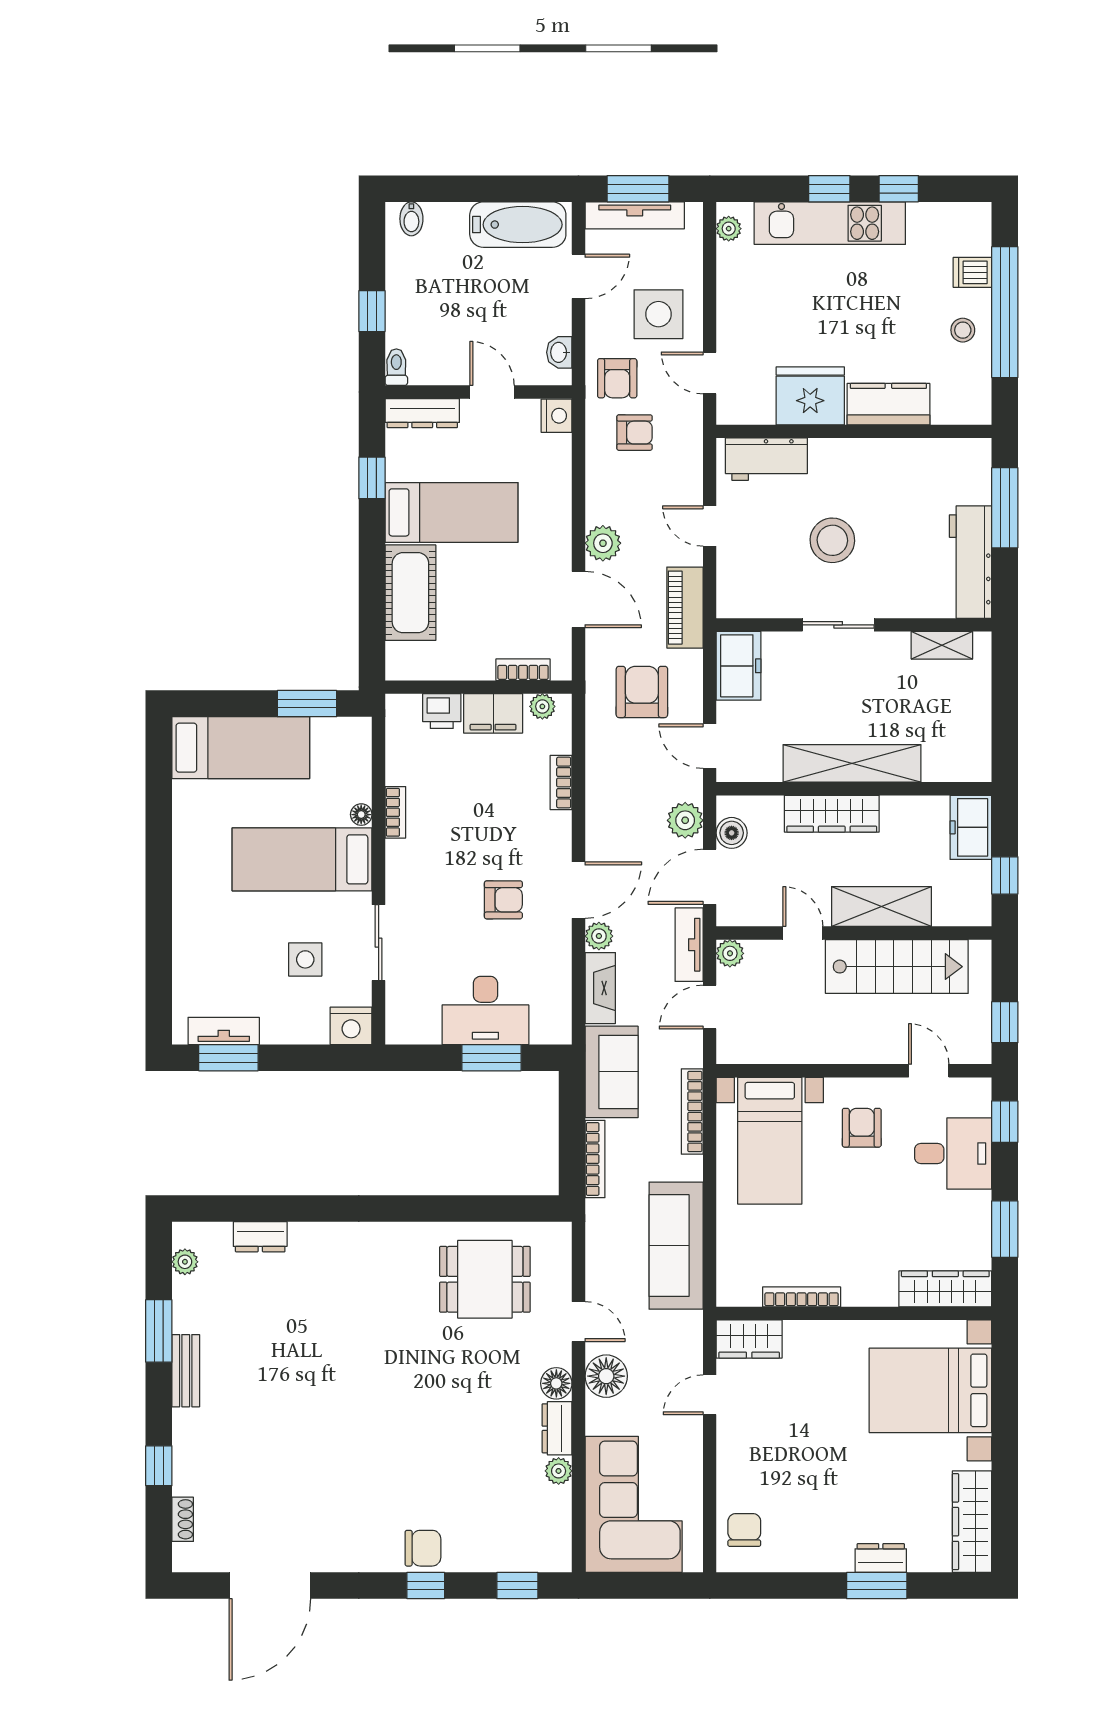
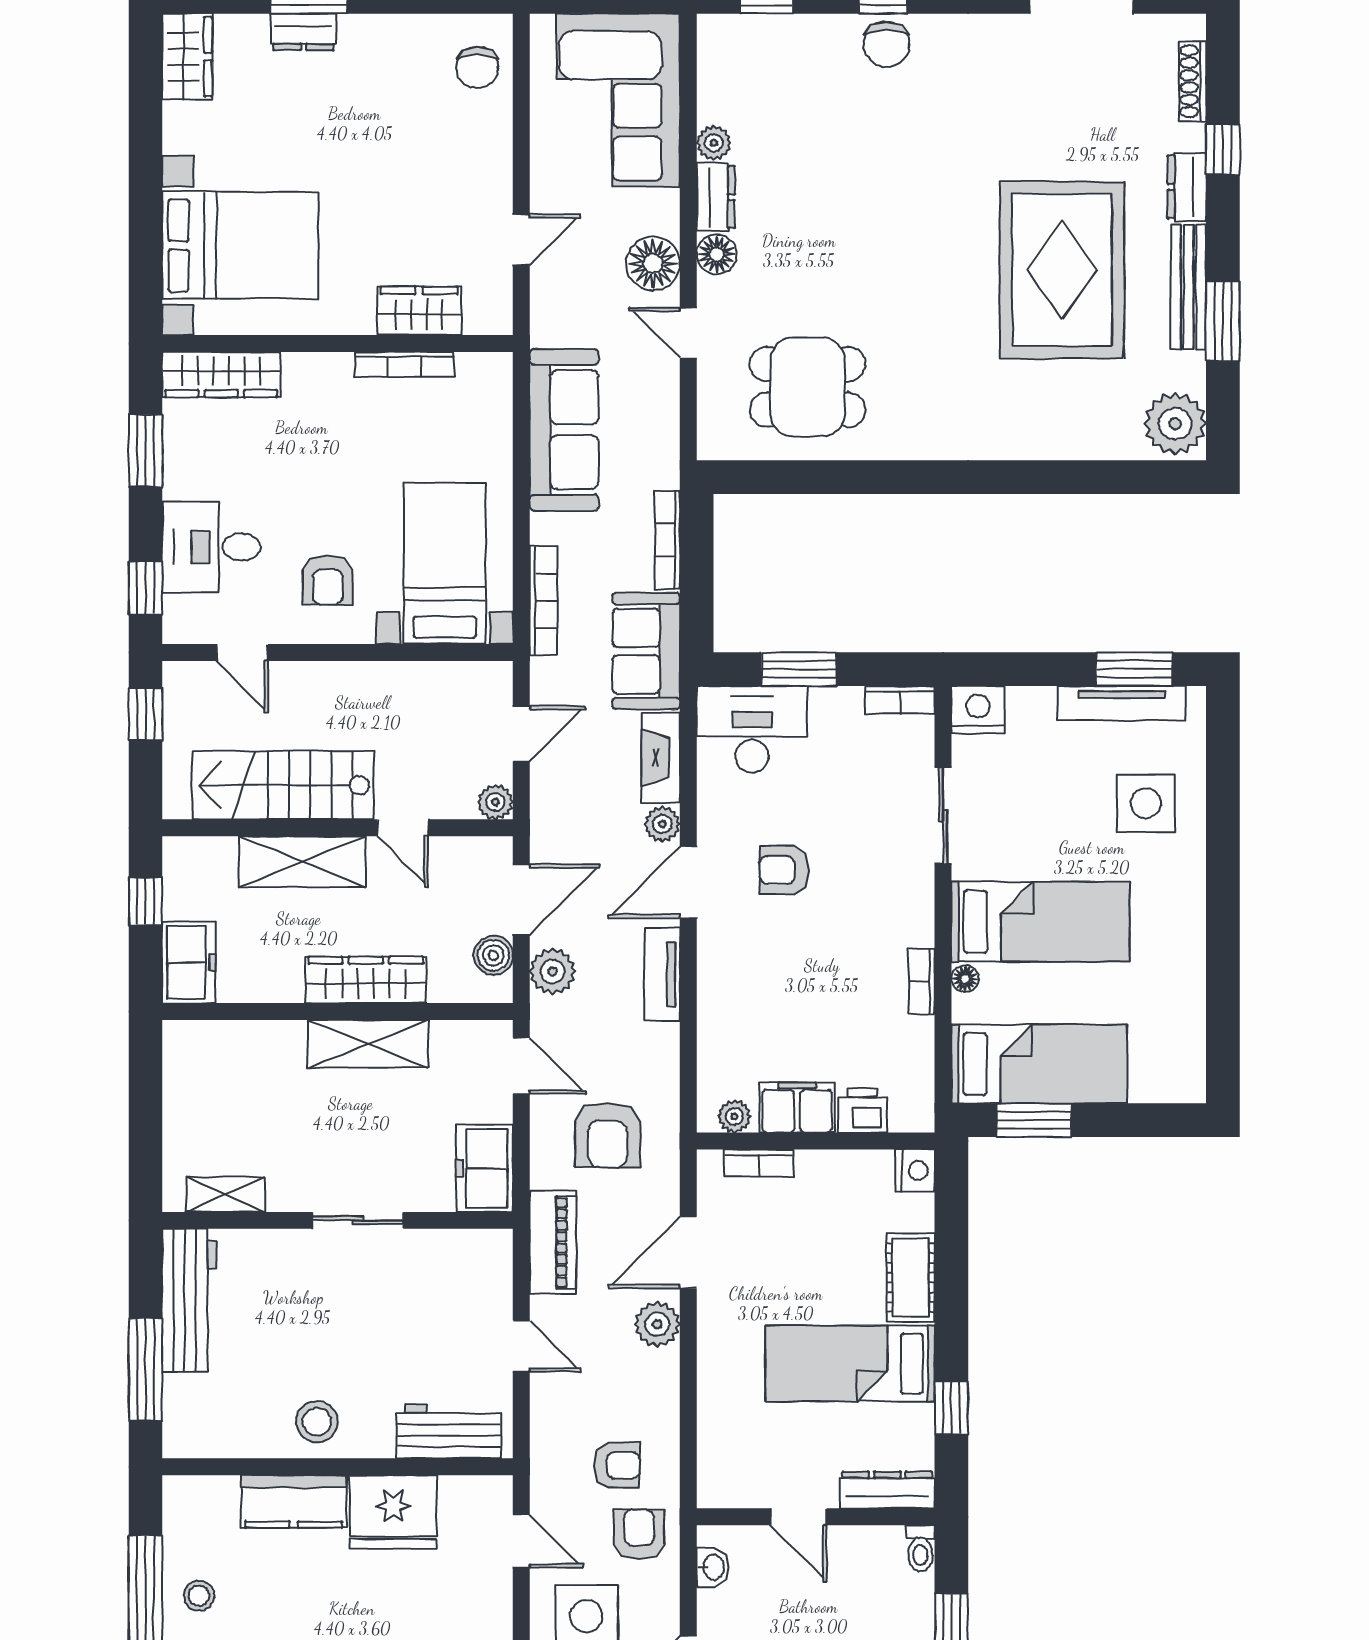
nightstand: (557, 416) -> (915, 1171), moved, turned 180
armchair: (635, 433) -> (617, 1465), turned 180
stool: (832, 540) -> (317, 1422), moved, width x0.73, depth x0.73
cot: (410, 593) -> (911, 1278), width x0.73, depth x0.75
door: (579, 600) -> (688, 1252), hinge flipped
bed: (241, 748) -> (1039, 1064), moved, turned 180
shelving: (852, 763) -> (368, 1044), width x0.68
bookcase: (561, 782) -> (900, 700), moved, turned 90
tv unit: (689, 945) -> (662, 974), moved, turned 180
side table: (305, 959) -> (1146, 803), moved, width x1.37, depth x1.37
desk: (485, 1010) -> (752, 729), moved
tv unit: (224, 1031) -> (1122, 703), width x1.41
dresser: (260, 1237) -> (1187, 187), moved, turned -90
plant: (185, 1262) -> (1175, 424), width x1.87, depth x1.87
wardrobe: (749, 1339) -> (419, 311), moved
bench: (186, 1371) -> (1189, 287), width x1.36
rug: (285, 1371) -> (1062, 270), added
shoe rack: (183, 1519) -> (1192, 81), width x1.43
wardrobe: (972, 1522) -> (187, 57), width x0.67
chair: (423, 1548) -> (886, 44), turned -90

